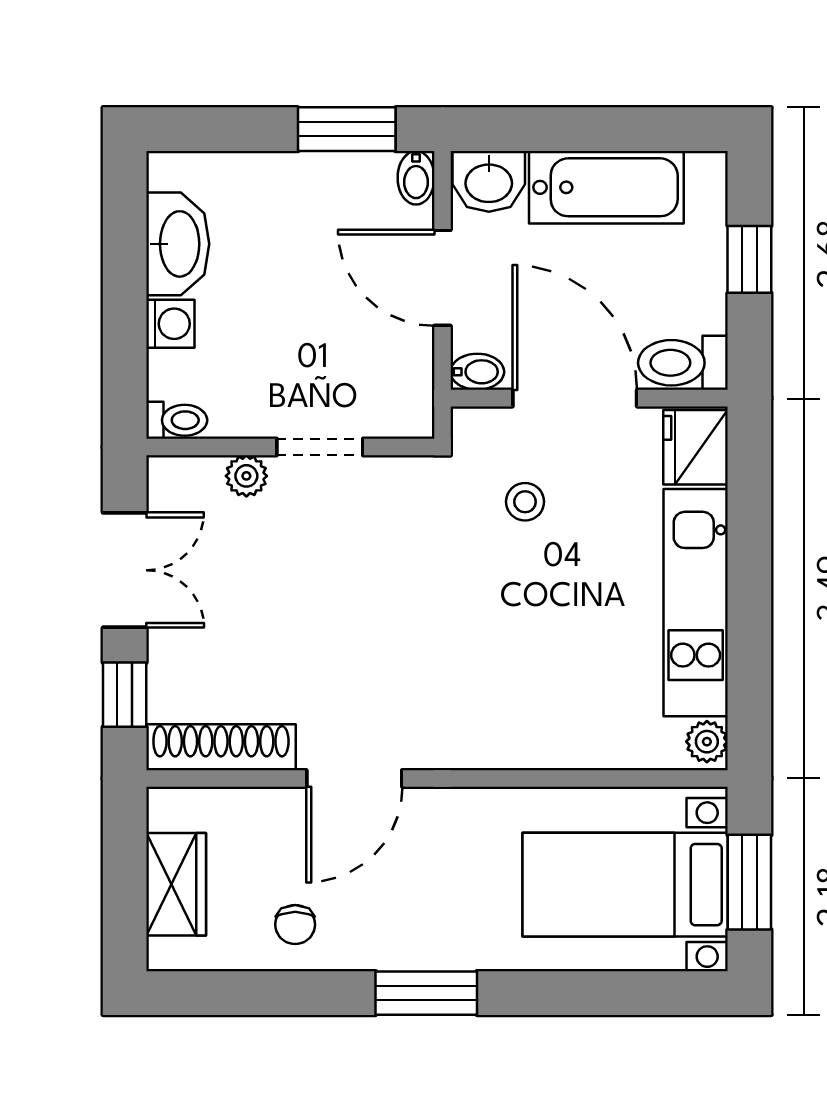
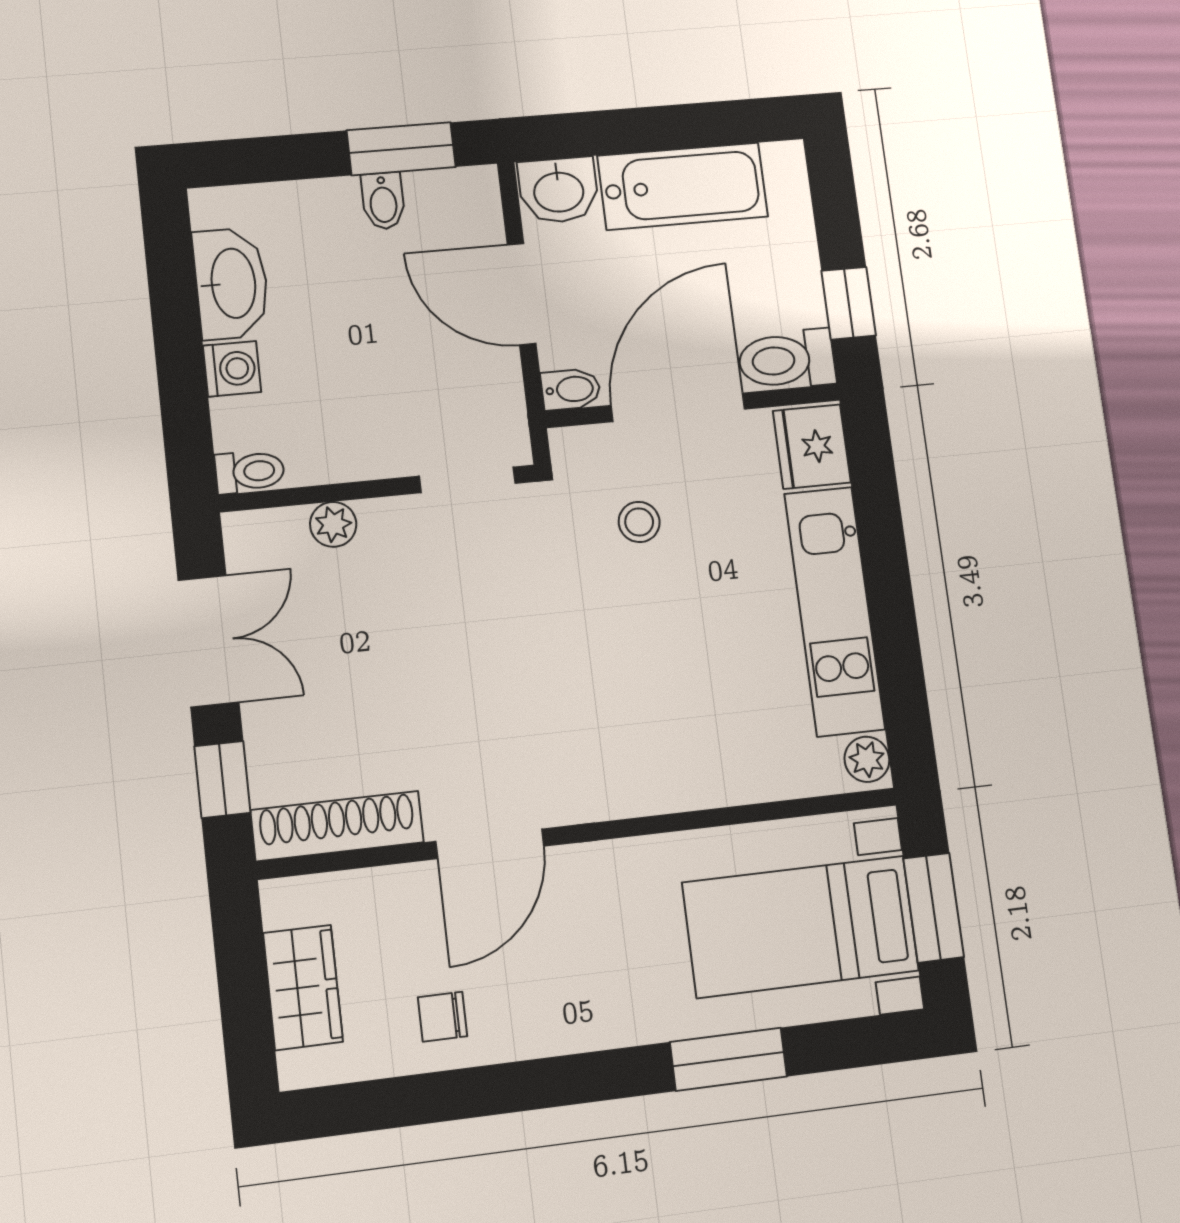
bidet: (416, 178) -> (383, 201), moved
window: (749, 259) -> (849, 303), moved
door: (575, 398) -> (678, 407), hinge flipped
doorway: (320, 447) -> (467, 480), moved
chair: (295, 925) -> (443, 1017), turned 90
window: (426, 993) -> (728, 1059), moved

